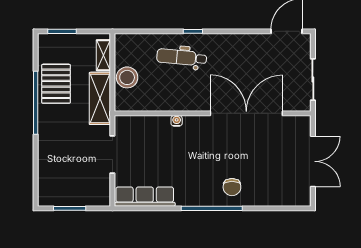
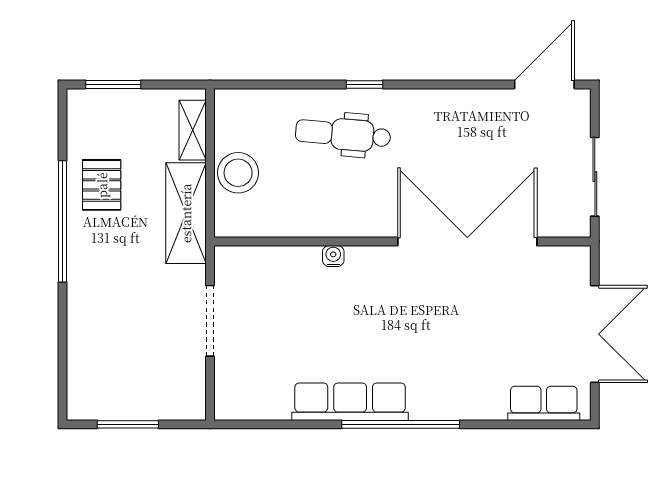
pallet: (56, 84) -> (102, 185), width x0.67, depth x0.71
chair: (232, 187) -> (440, 383), removed
row of seats: (145, 197) -> (350, 402), moved
row of seats: (286, 198) -> (544, 403), added

